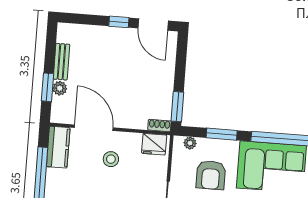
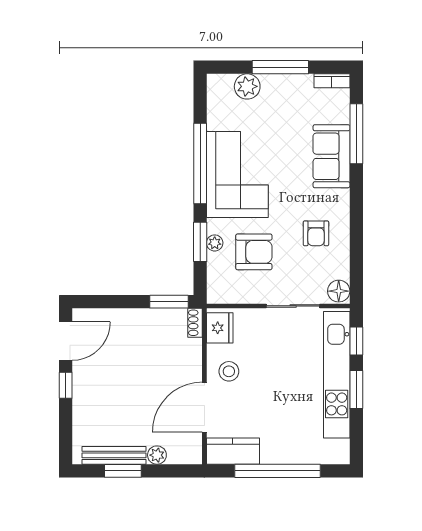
bench: (61, 62) -> (114, 455), width x1.36
window: (48, 87) -> (123, 471), moved
plant: (190, 143) -> (215, 243), moved
stool: (111, 159) -> (229, 371), moved

